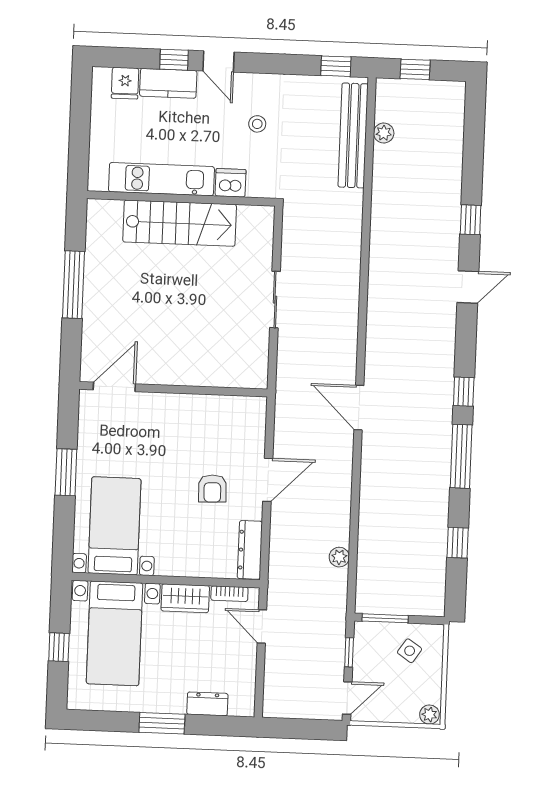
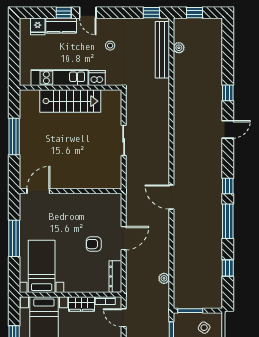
window: (66, 472) -> (14, 238), width x1.44
armchair: (212, 489) -> (94, 244), turned 92

